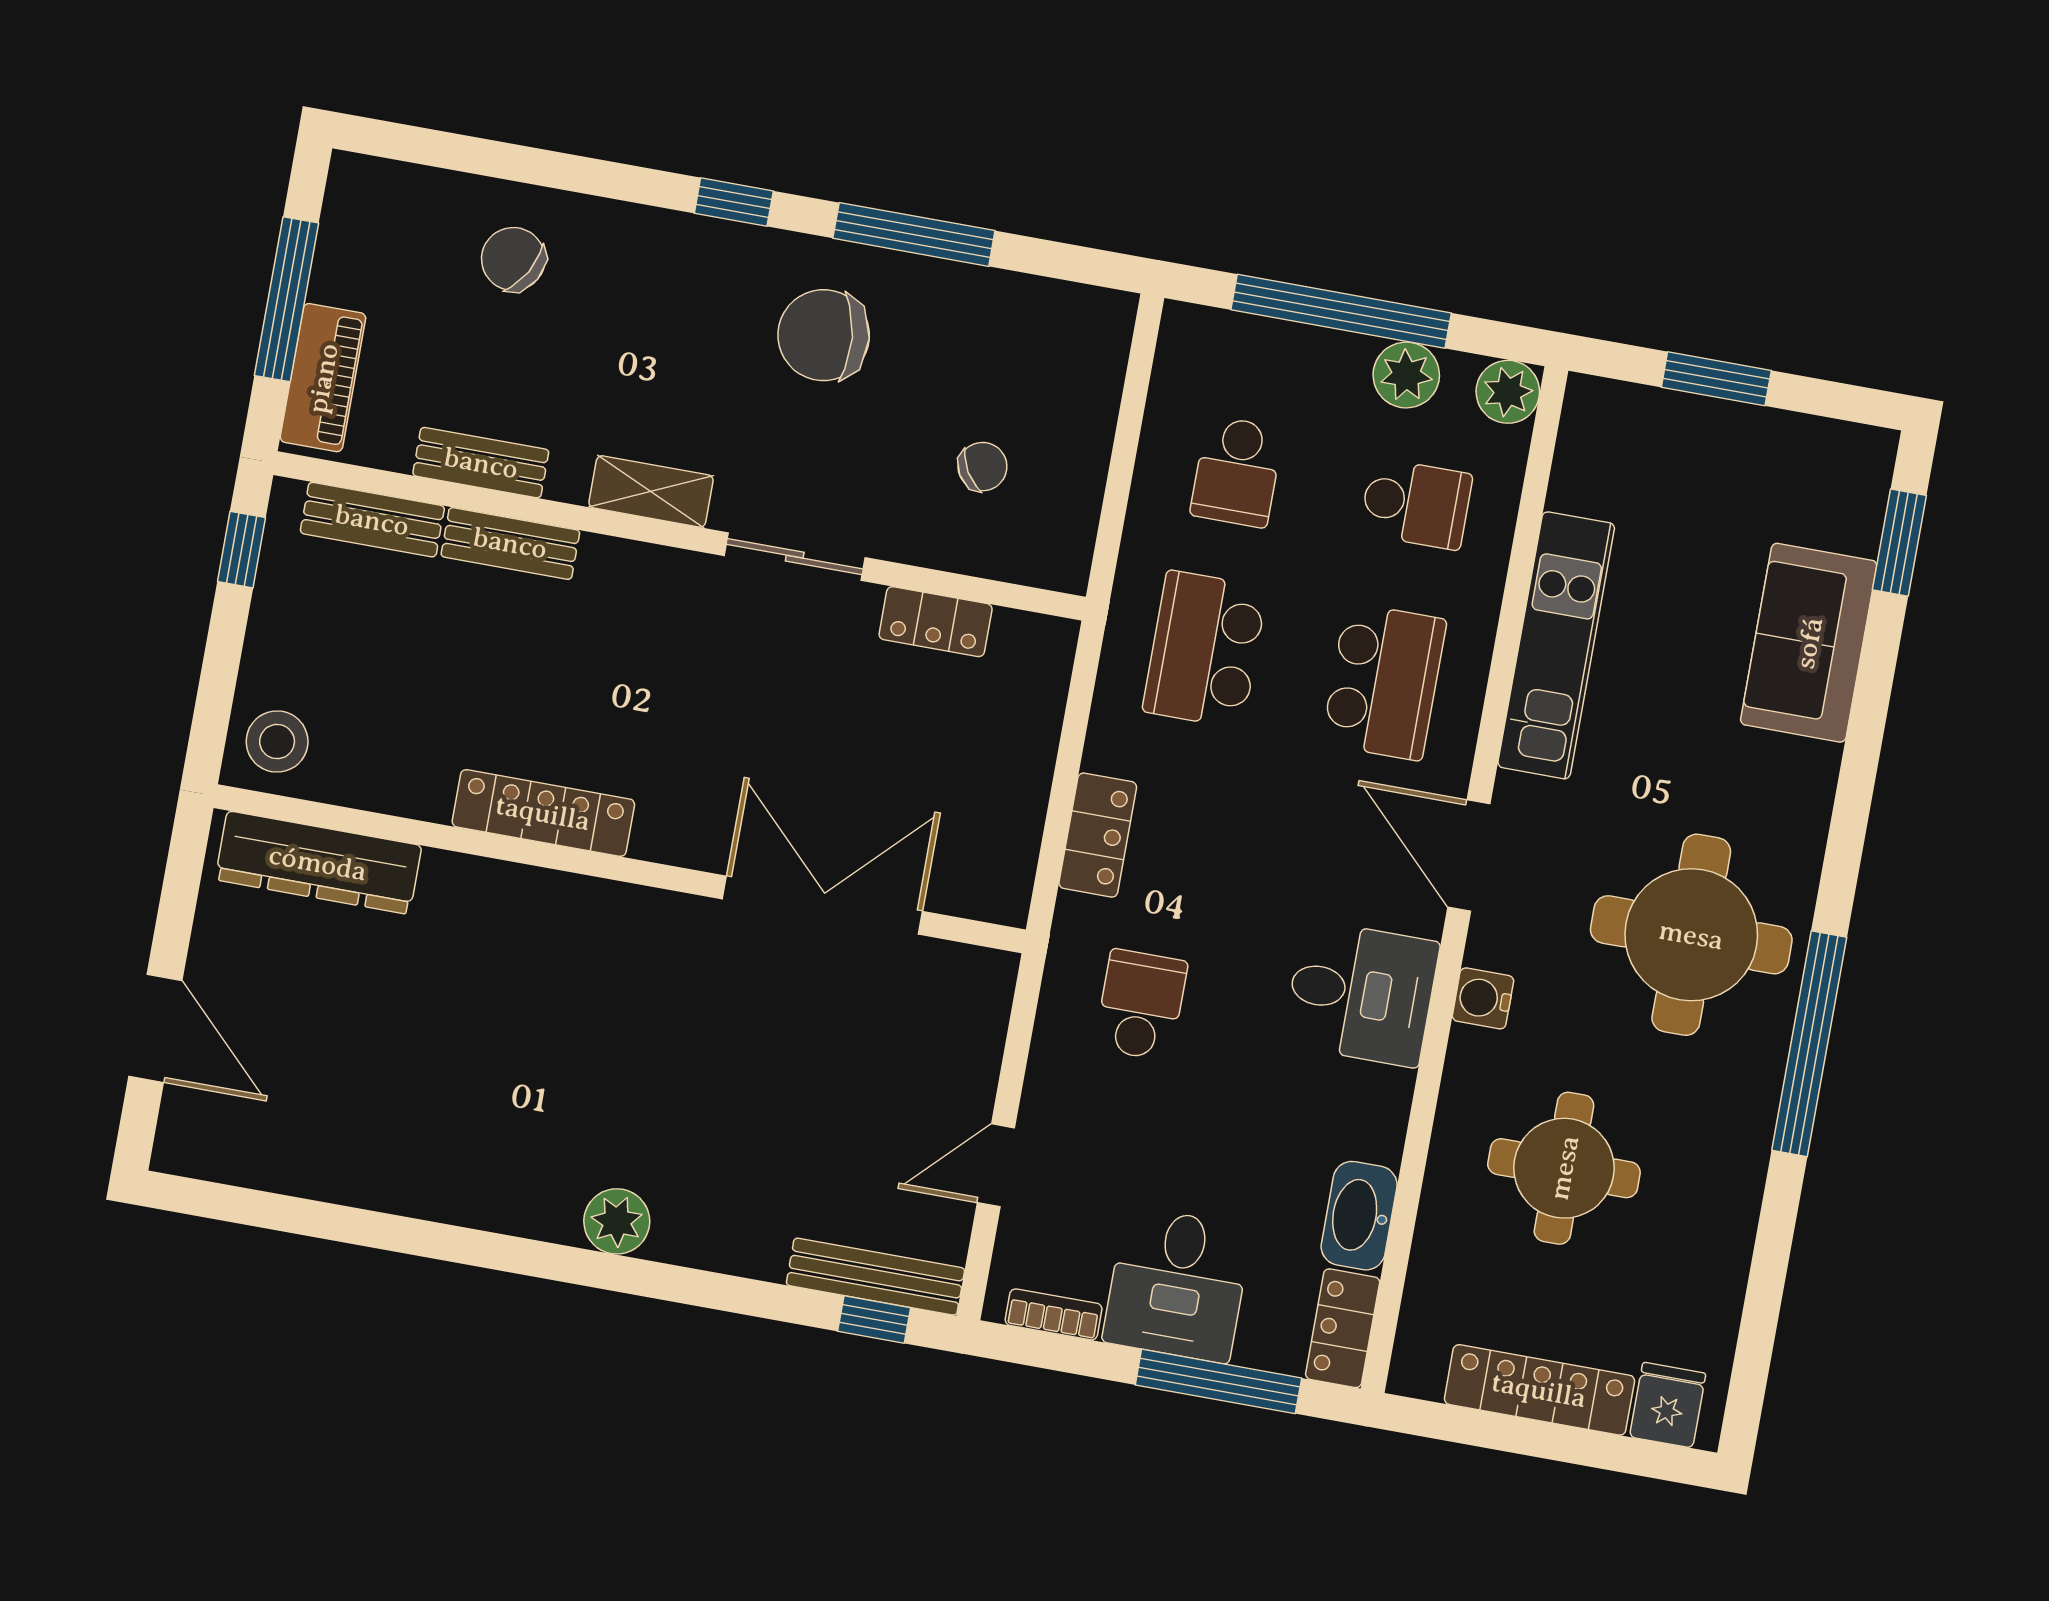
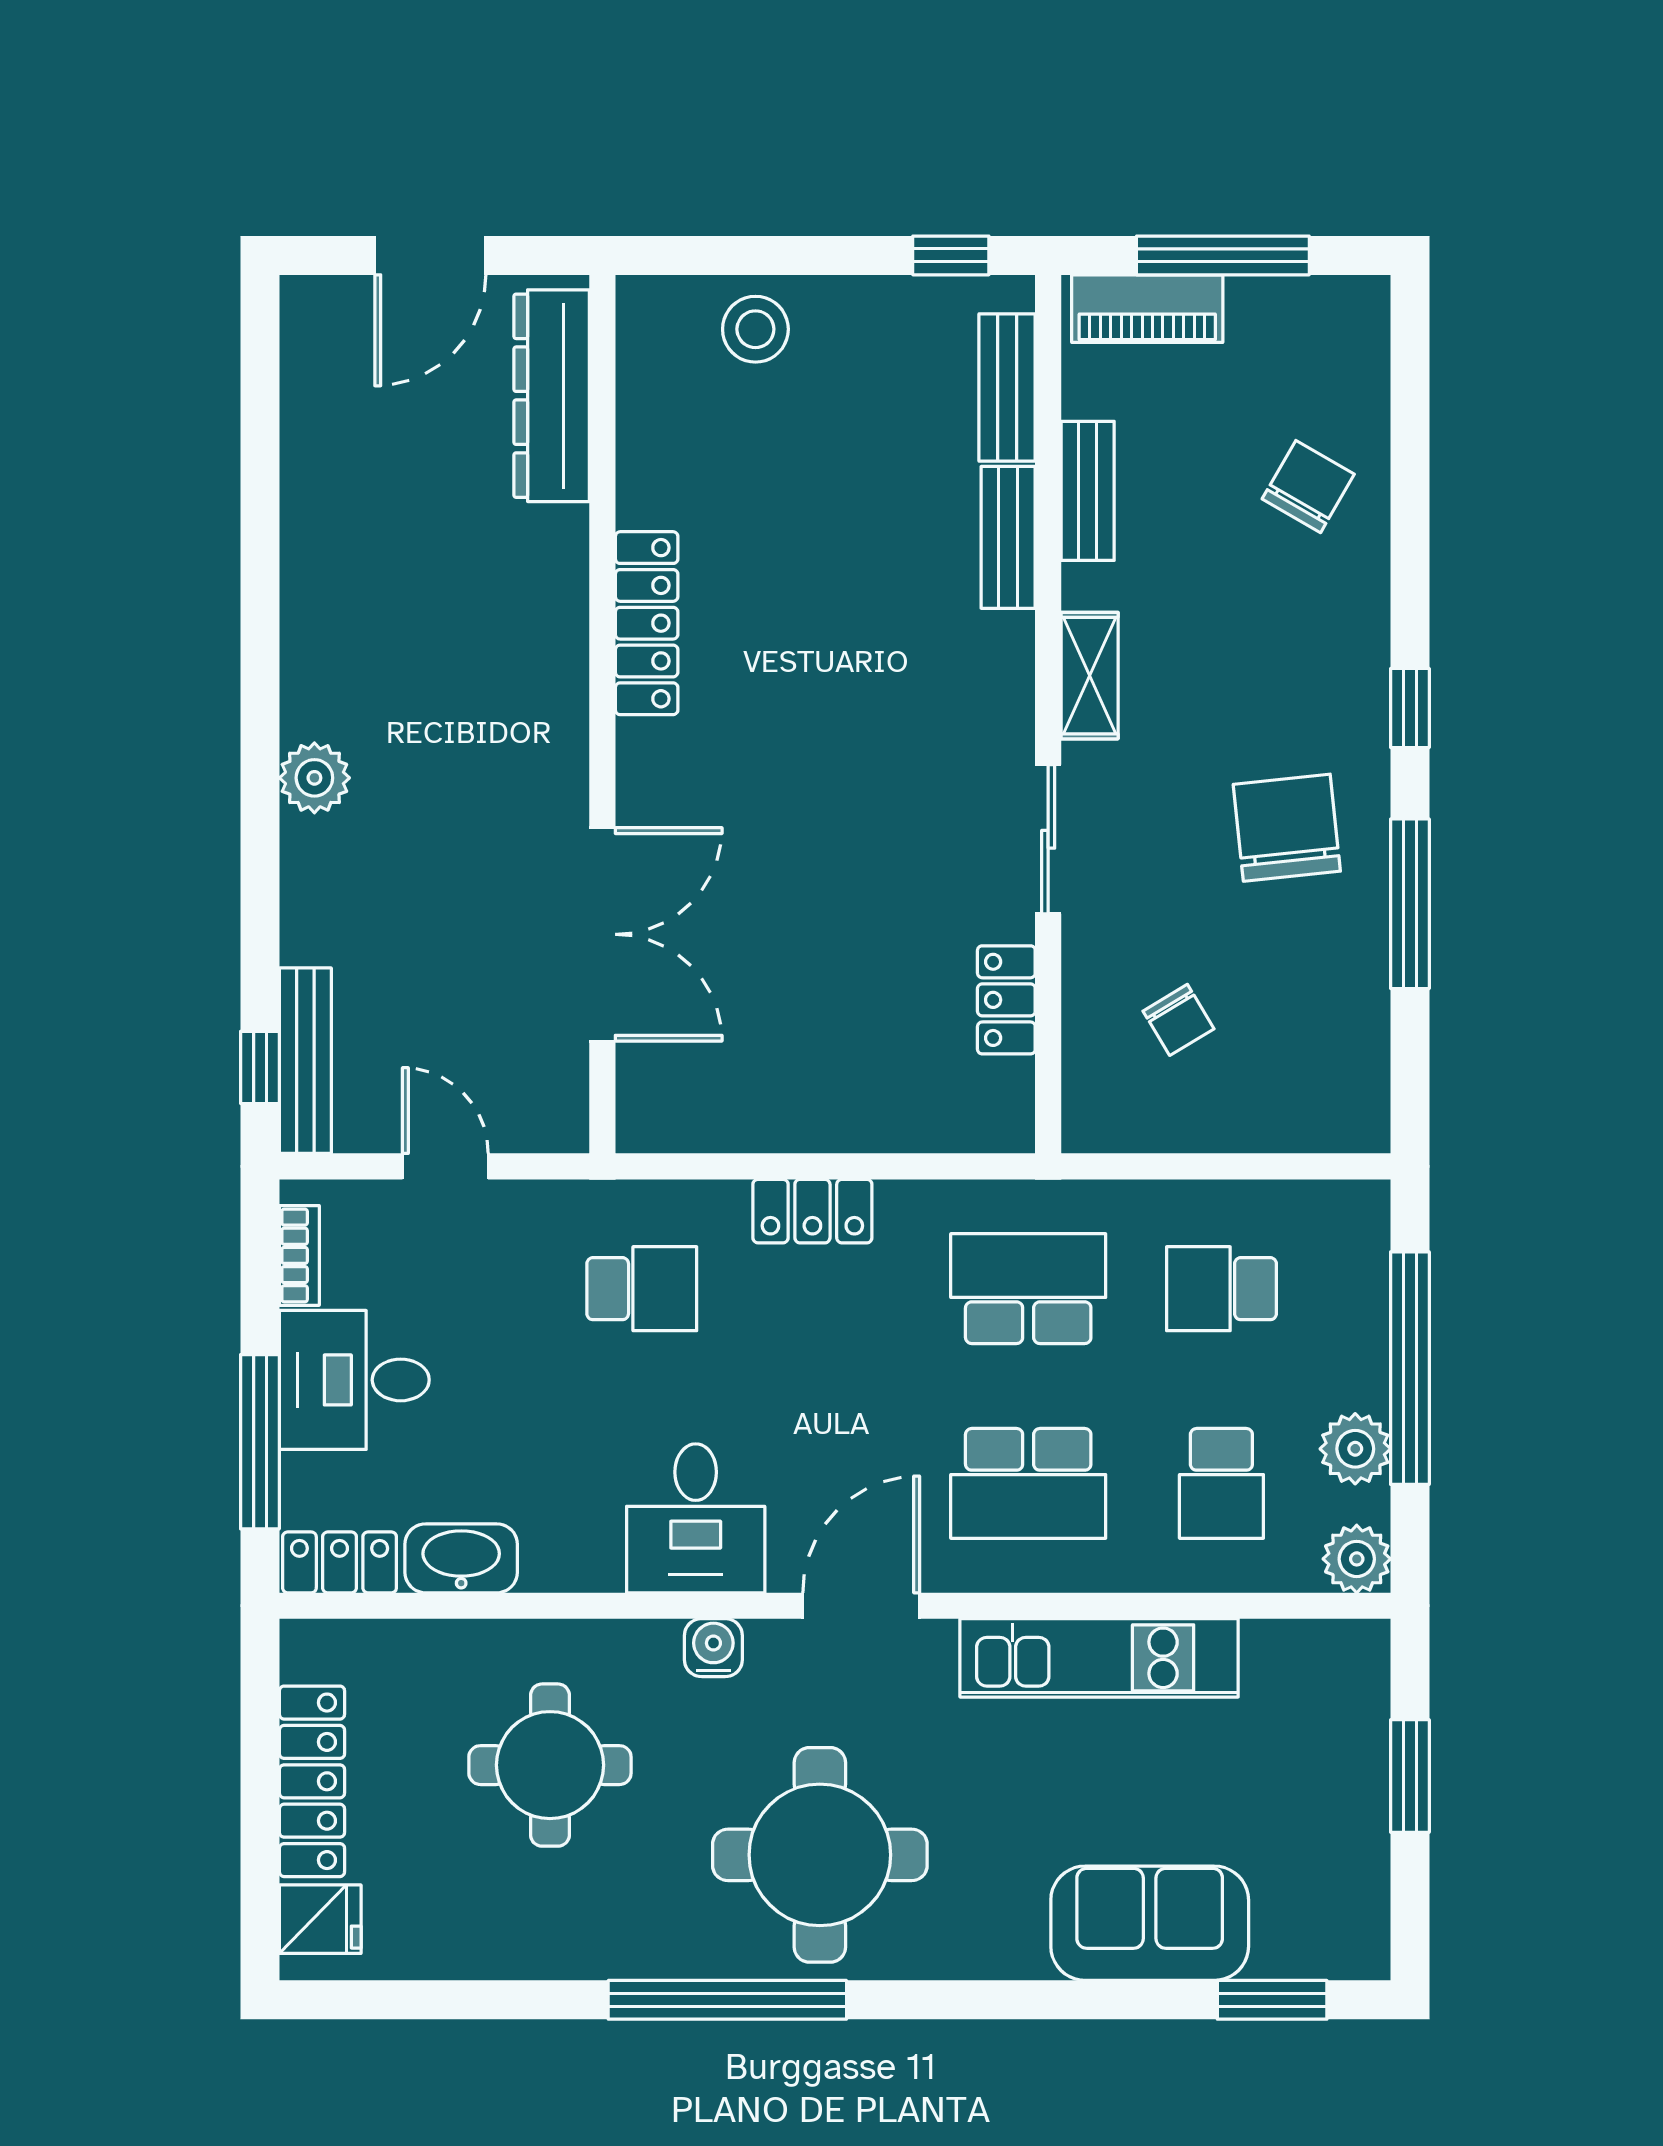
locker: (543, 813) -> (647, 623), moved
dresser: (318, 863) -> (552, 396), moved
wall: (620, 869) -> (602, 714), moved
double door: (822, 905) -> (602, 934), moved

